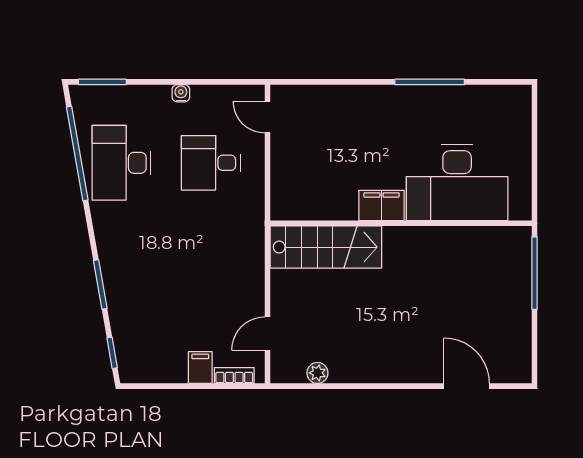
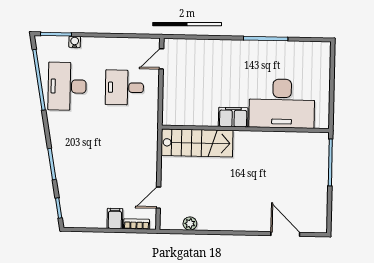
water cooler: (181, 93) -> (75, 42), moved
door: (268, 117) -> (161, 59), hinge flipped

